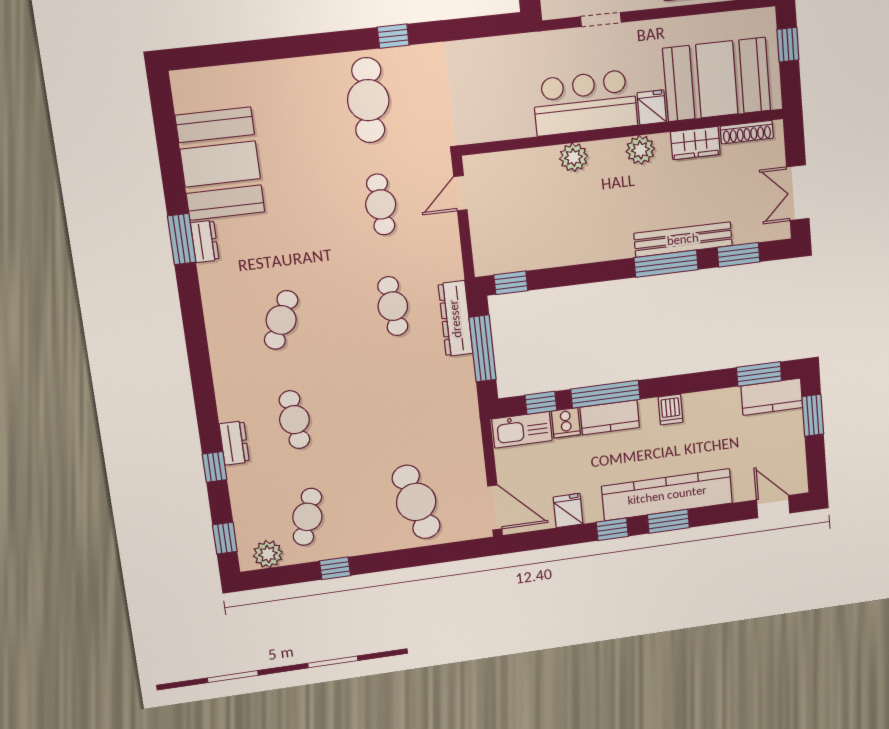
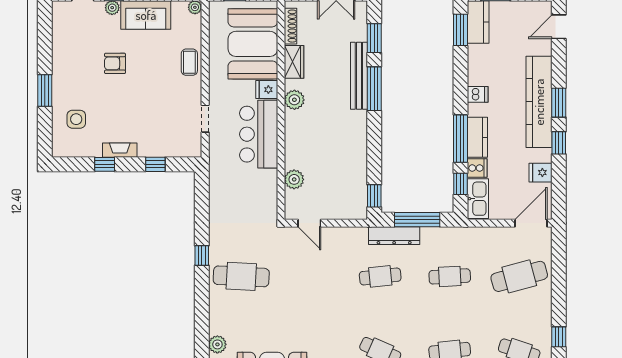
plant: (259, 75) -> (217, 344), added
plant: (574, 157) -> (294, 179), moved
cafe table: (381, 204) -> (450, 276), moved

